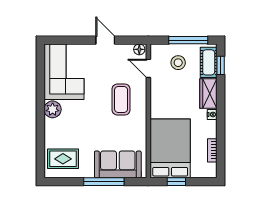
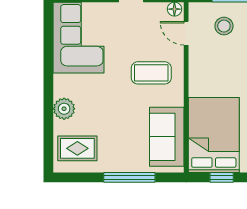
coffee table: (121, 99) -> (151, 73), turned 90
plant: (53, 109) -> (64, 109), moved
sofa: (118, 164) -> (167, 137), moved, turned -90

